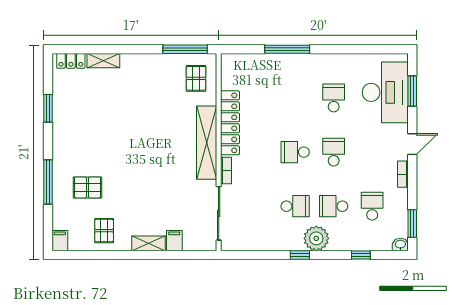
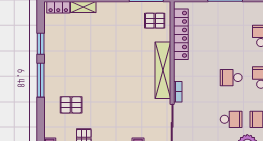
pallet: (196, 78) -> (155, 21), turned 90
locker: (230, 123) -> (181, 34), moved
window: (48, 182) -> (41, 80), moved

